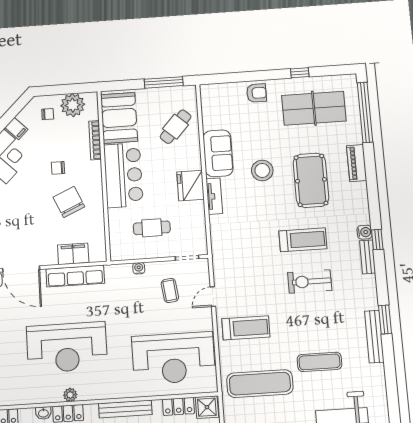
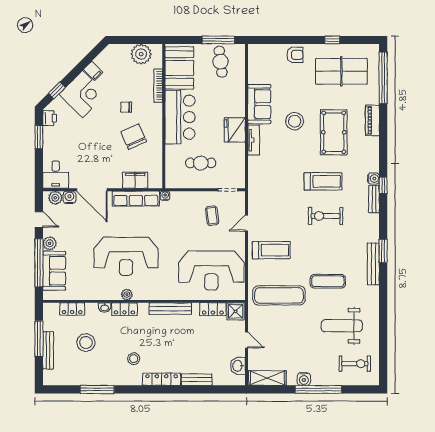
chair: (48, 114) -> (120, 60), removed
cafe table: (176, 127) -> (221, 62), moved, turned -49
water cooler: (139, 268) -> (165, 196), moved

